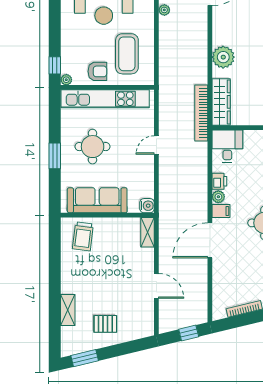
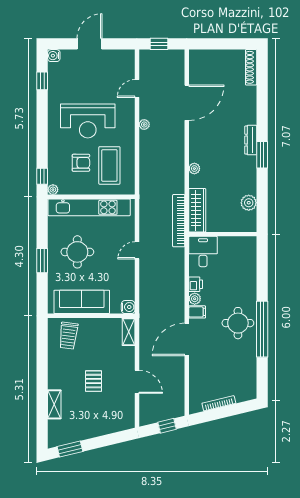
plant: (223, 57) -> (194, 169), width x0.53, depth x0.53
armchair: (97, 71) -> (81, 163), moved
pallet: (105, 324) -> (94, 381), moved, turned 90

